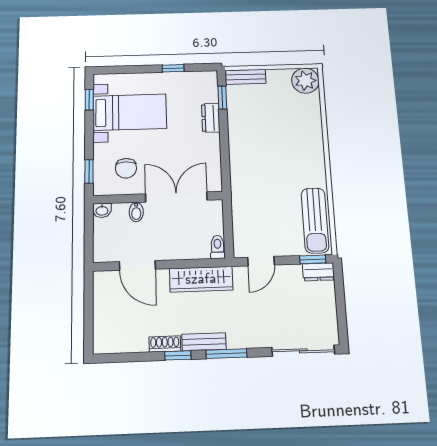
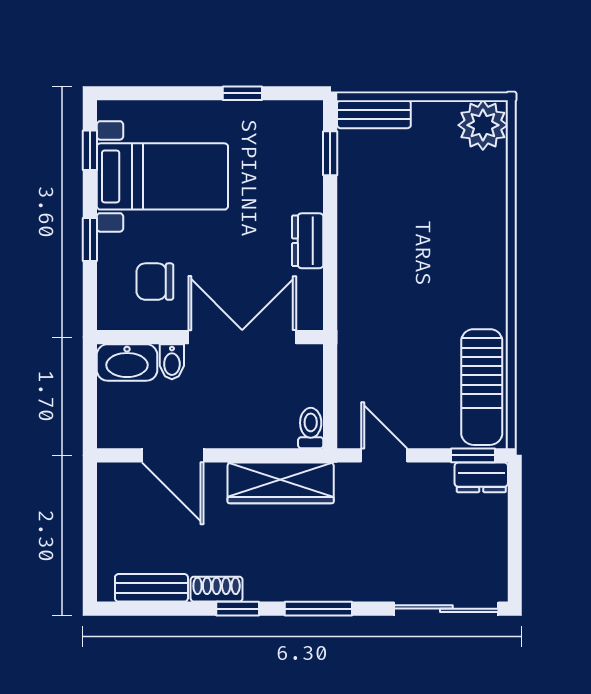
dresser: (211, 118) -> (308, 241), moved
chair: (126, 168) -> (155, 282), turned 90
window: (89, 172) -> (90, 240), moved
washbasin: (102, 210) -> (127, 362), width x1.91, depth x1.45
door: (261, 261) -> (384, 455), swing flipped
bench: (204, 342) -> (151, 588), moved

